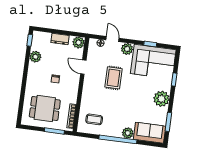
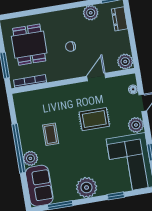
dresser: (60, 39) -> (119, 19), moved
coffee table: (94, 119) -> (51, 134), moved

